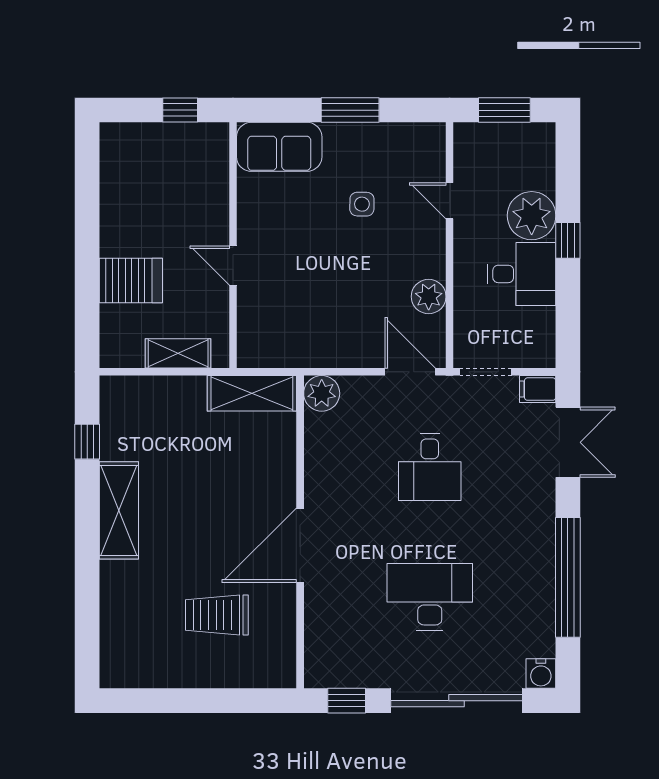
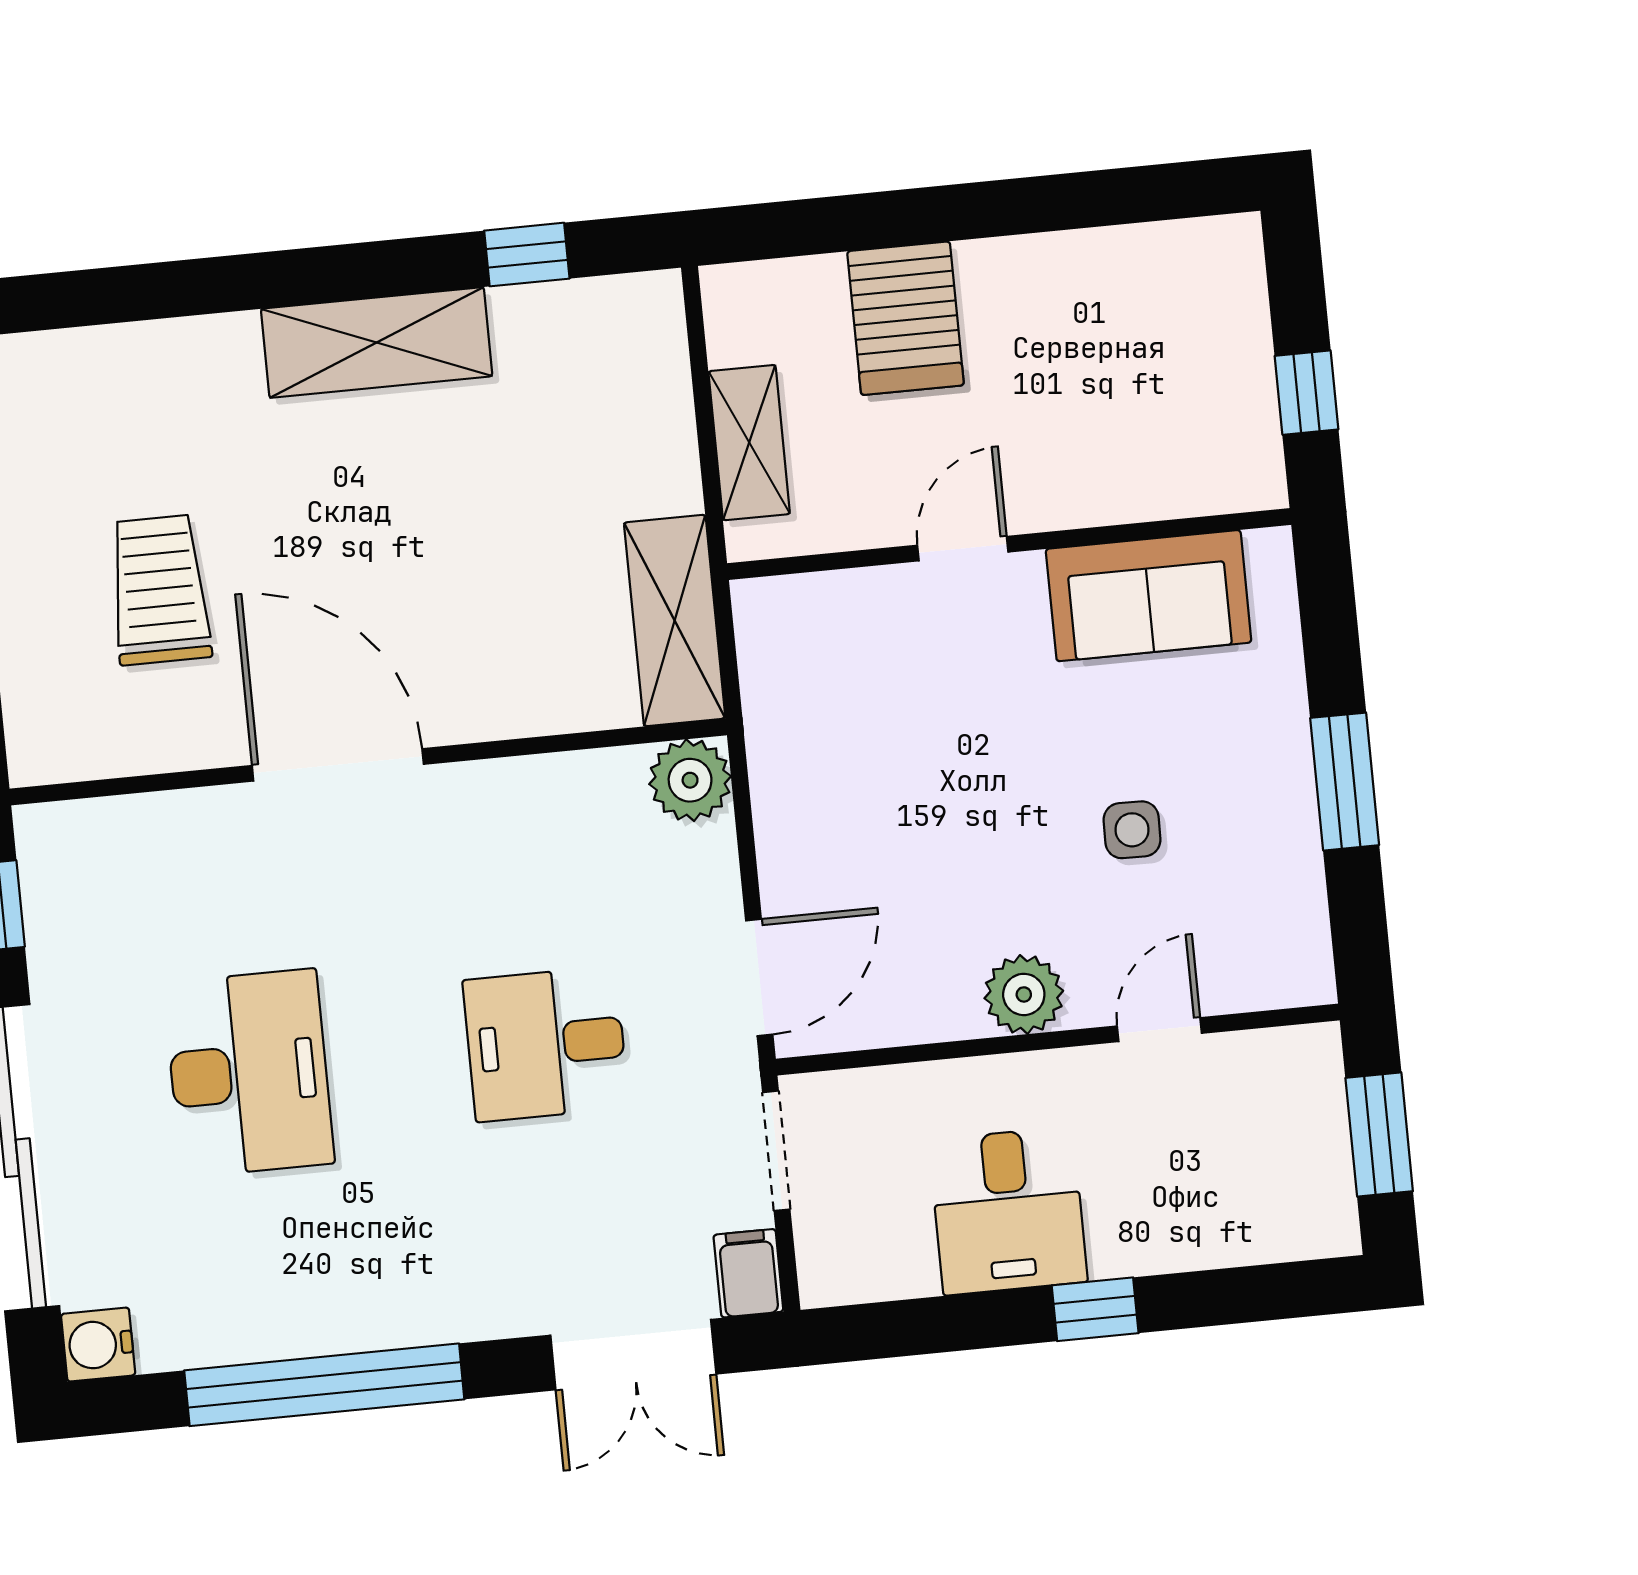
sofa: (279, 147) -> (1149, 596), moved, turned -90
plant: (532, 216) -> (1144, 1220), removed
plant: (429, 297) -> (1024, 994), moved

